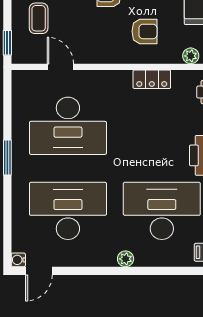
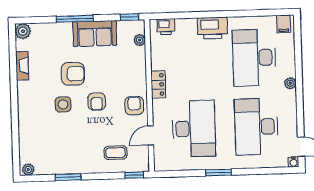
armchair: (144, 31) -> (134, 106), moved
locker: (152, 79) -> (158, 84), moved

